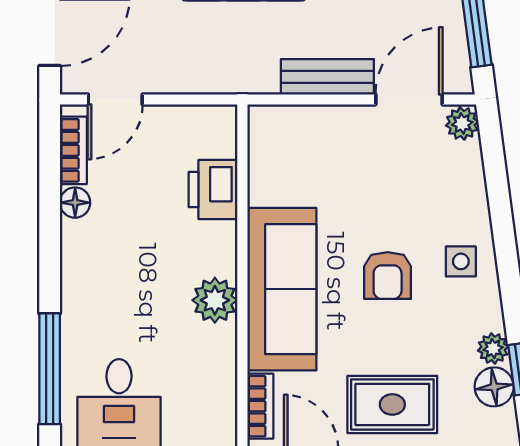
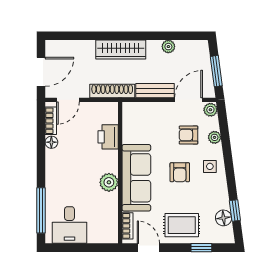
shoe rack: (223, 78) -> (112, 91), added
armchair: (409, 185) -> (188, 135), added
plant: (493, 348) -> (215, 137), moved

